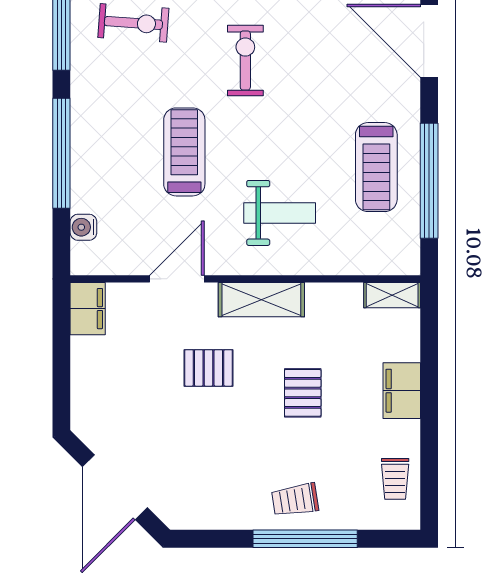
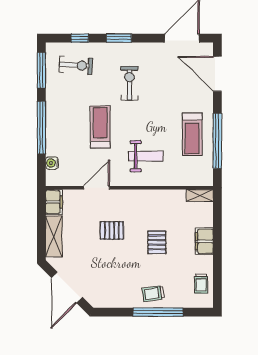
shelving: (261, 300) -> (54, 236), moved, turned 90

